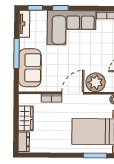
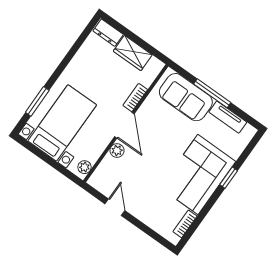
window: (35, 8) -> (248, 150), removed
tv unit: (24, 24) -> (228, 117), moved
plant: (96, 82) -> (117, 151), width x0.53, depth x0.53

